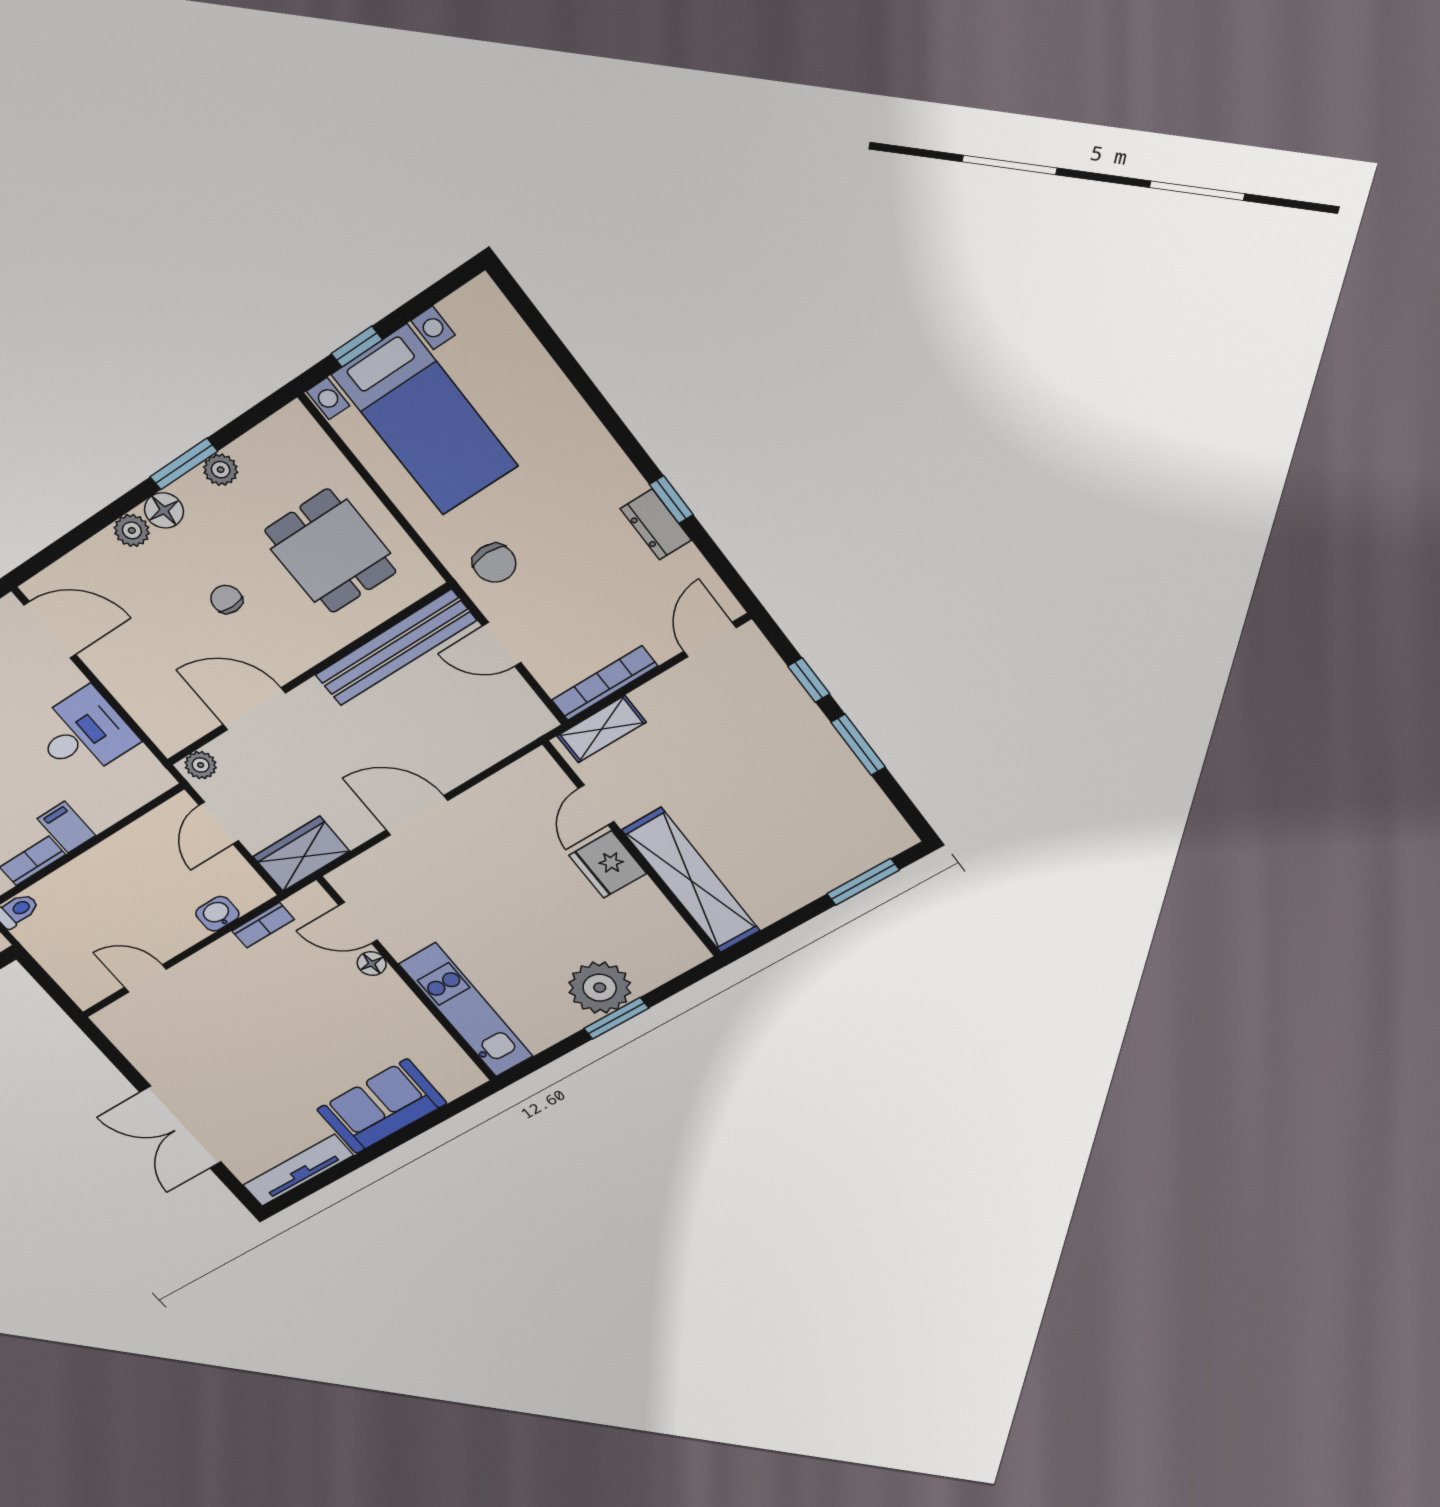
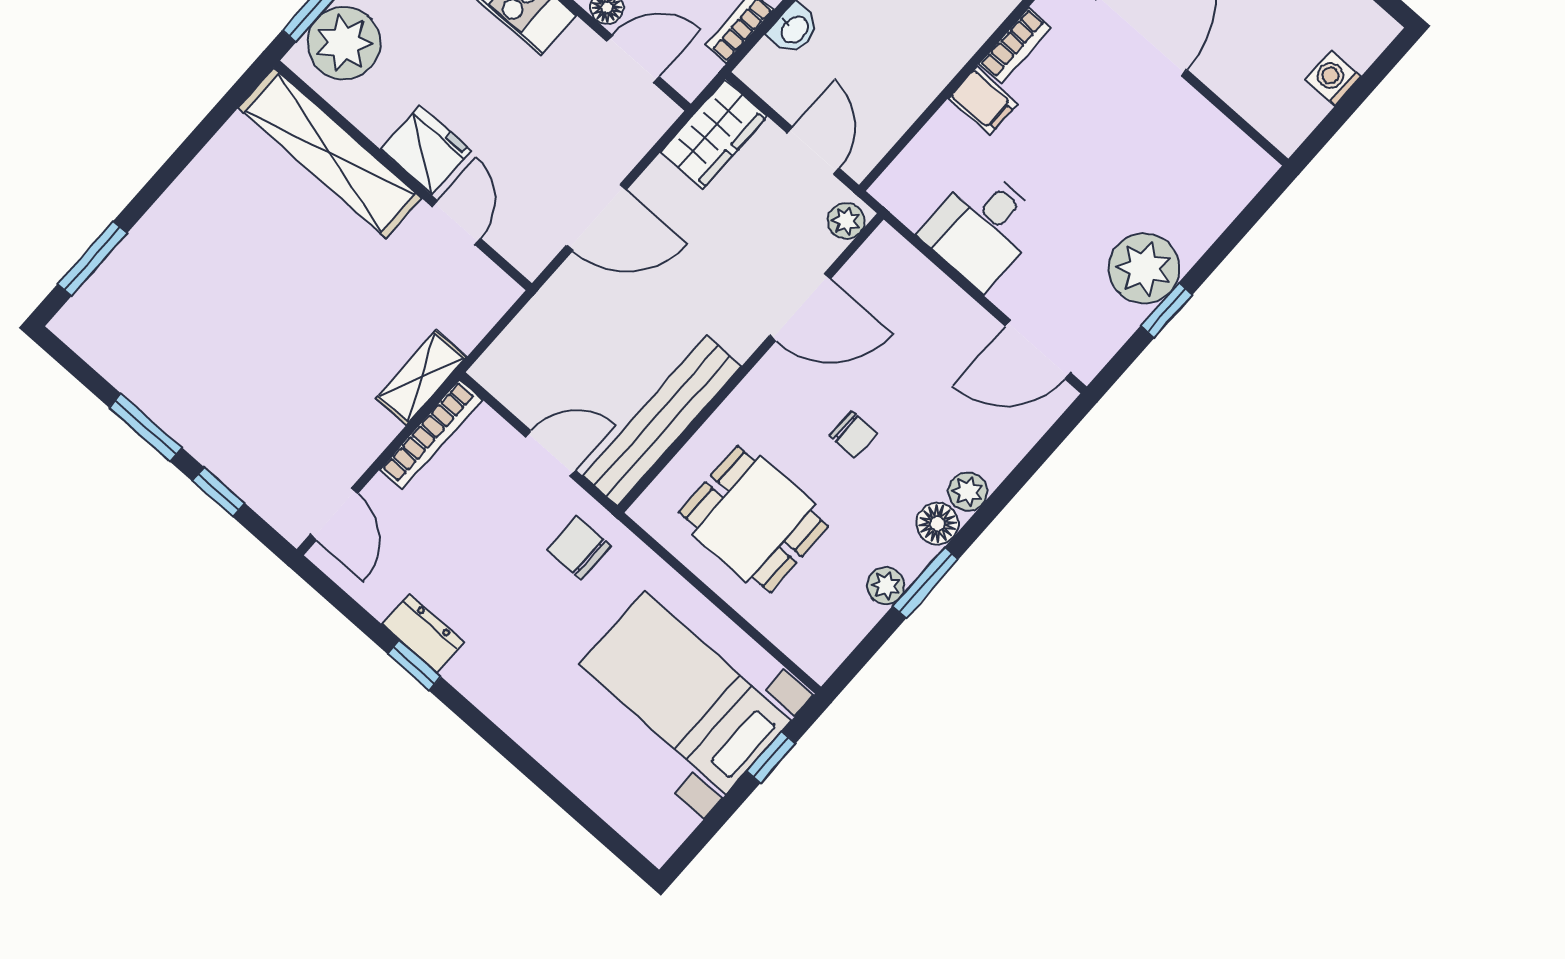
door: (596, 805) -> (456, 223), moved
wall: (633, 850) -> (403, 175), moved
fridge: (608, 864) -> (426, 150), moved
shelving: (691, 881) -> (330, 153), moved

